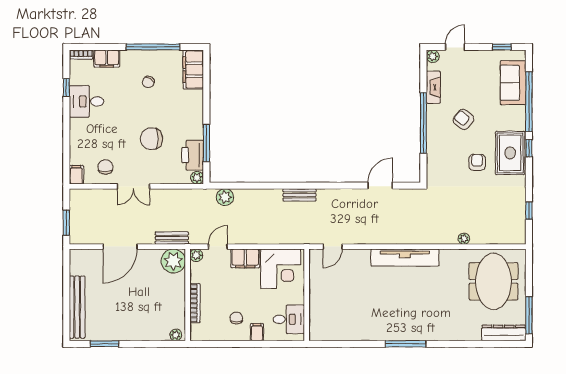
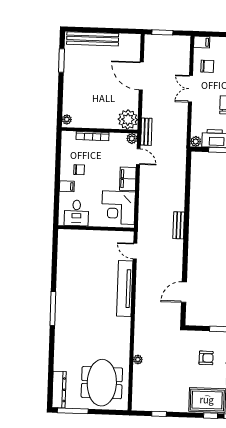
armchair: (477, 162) -> (206, 358), moved
door: (380, 186) -> (184, 292), swing flipped
plant: (225, 197) -> (179, 164), removed
bench: (172, 238) -> (146, 132), moved
tv unit: (405, 258) -> (125, 288), moved
meeting table: (493, 281) -> (102, 383), turned 90

